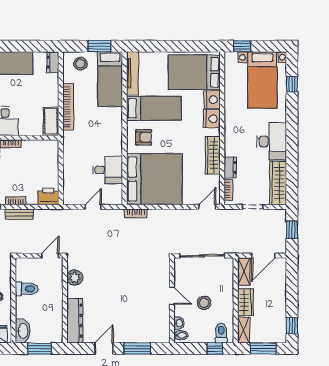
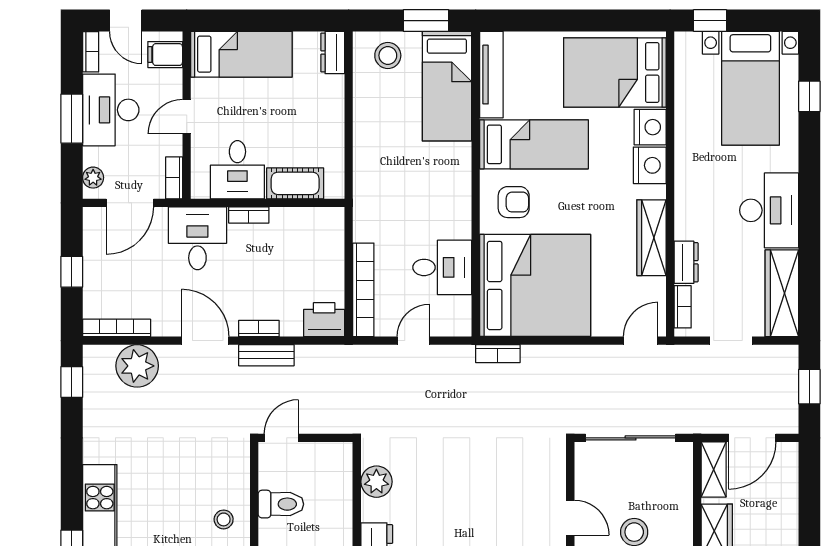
bookcase: (68, 107) -> (363, 290), moved
cot: (51, 121) -> (295, 183), moved, turned 90
door: (50, 256) -> (281, 438), moved

